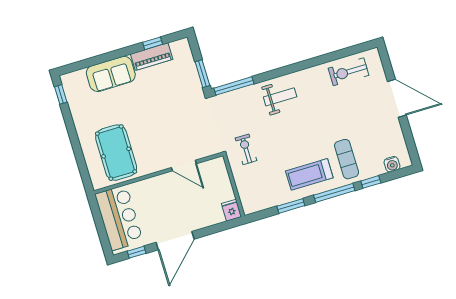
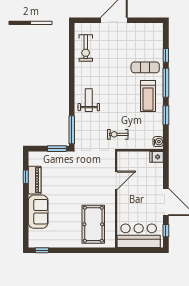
pool table: (116, 153) -> (93, 224), turned 90
water cooler: (392, 164) -> (158, 142), moved

